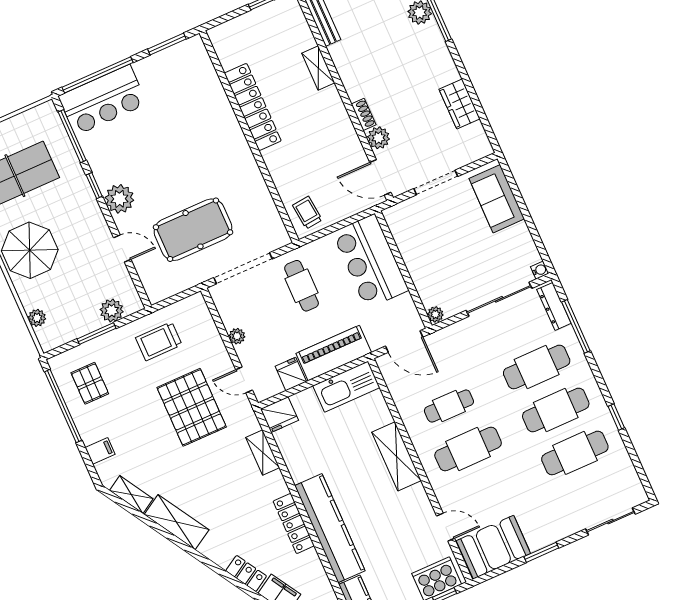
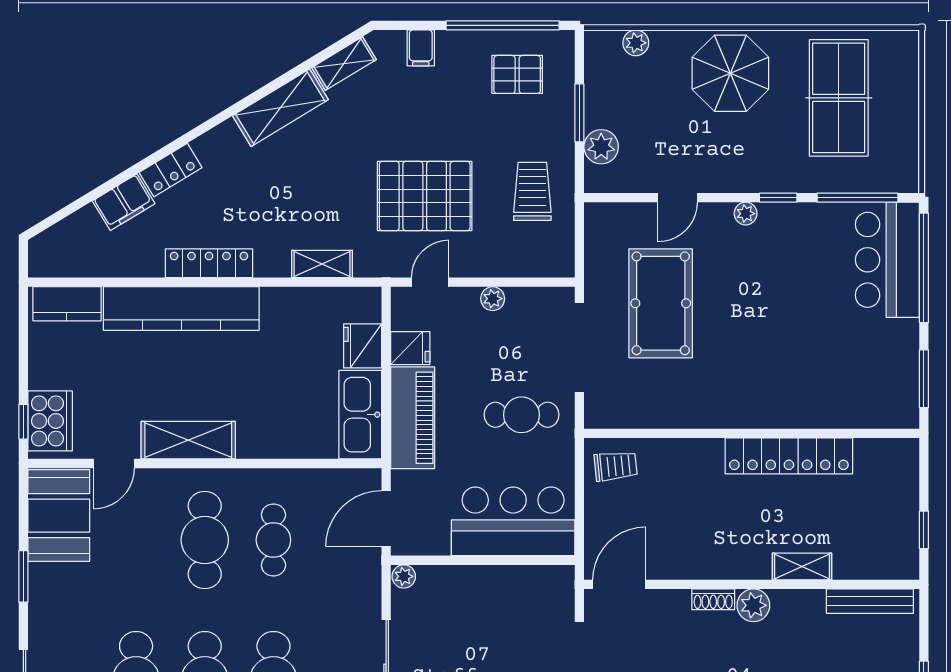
plant: (378, 138) -> (753, 605), moved
plant: (119, 199) -> (746, 214), width x0.53, depth x0.53
fridge: (279, 415) -> (363, 346), moved
shelving: (397, 456) -> (188, 440), moved

